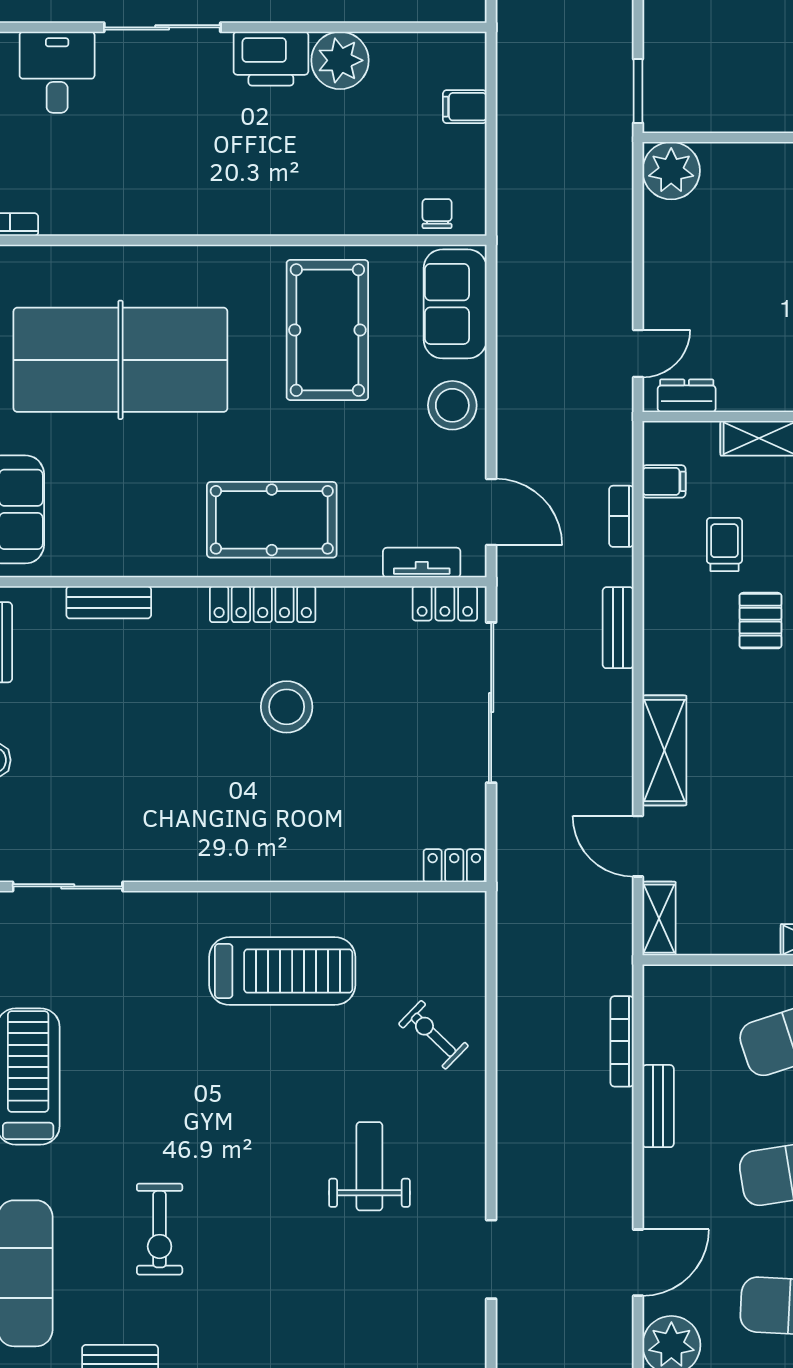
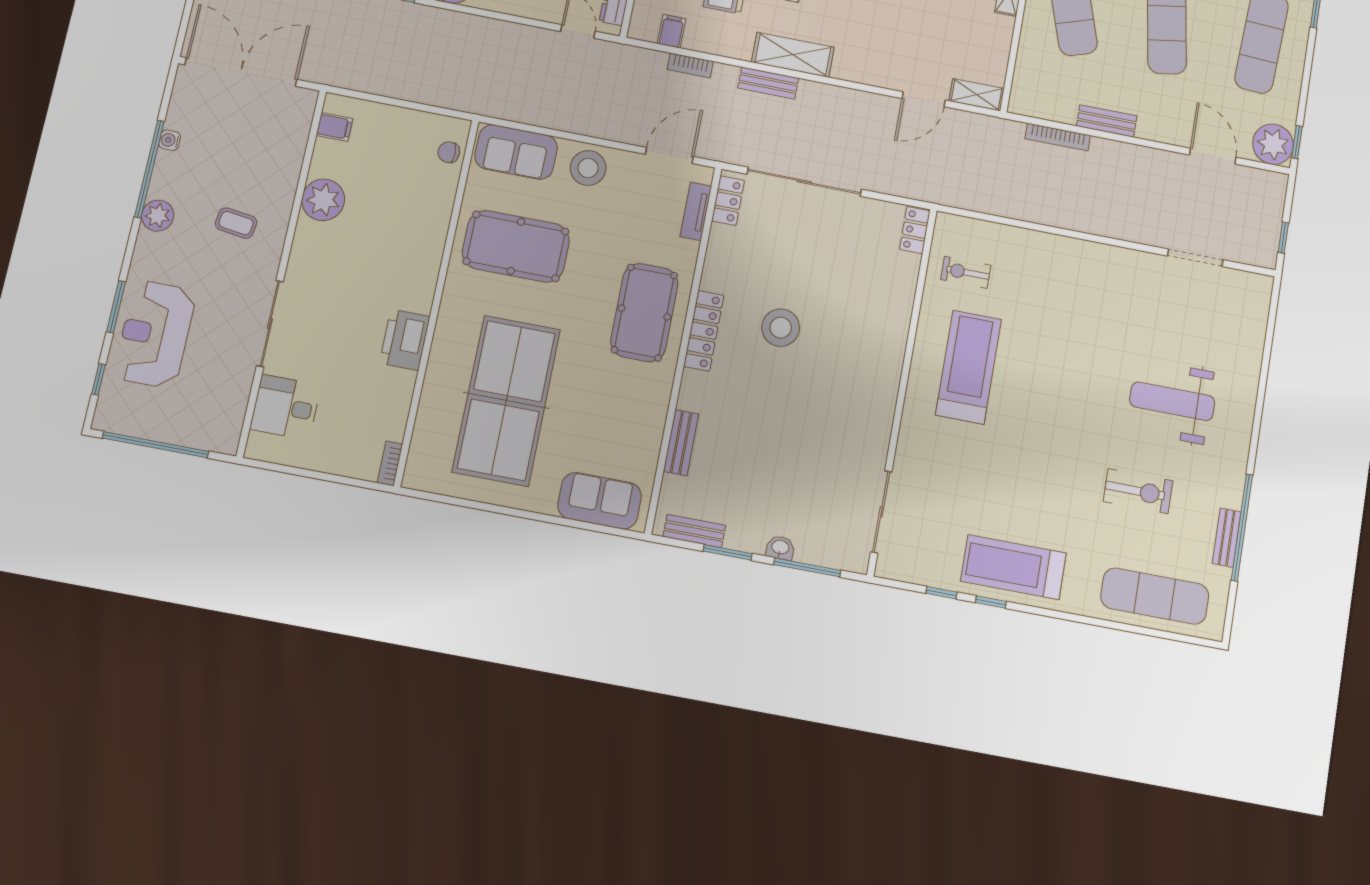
printer: (271, 59) -> (405, 340), moved, turned 180
filing cabinet: (465, 107) -> (335, 127), moved, turned -90
shelving: (664, 750) -> (793, 55), moved
exercise bike: (433, 1035) -> (966, 272), moved, turned 46
weight bench: (369, 1166) -> (1172, 401), moved, width x1.36, depth x1.33

